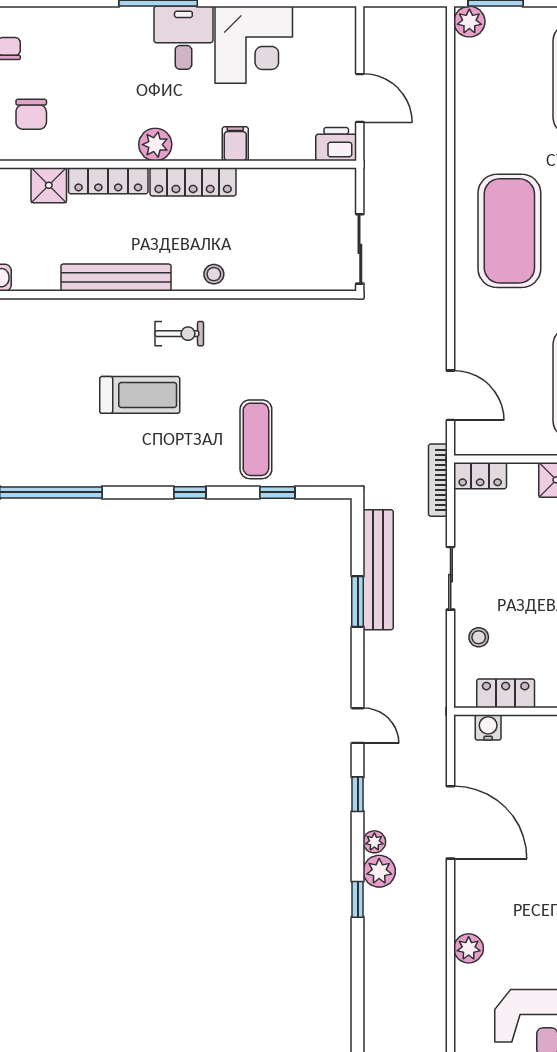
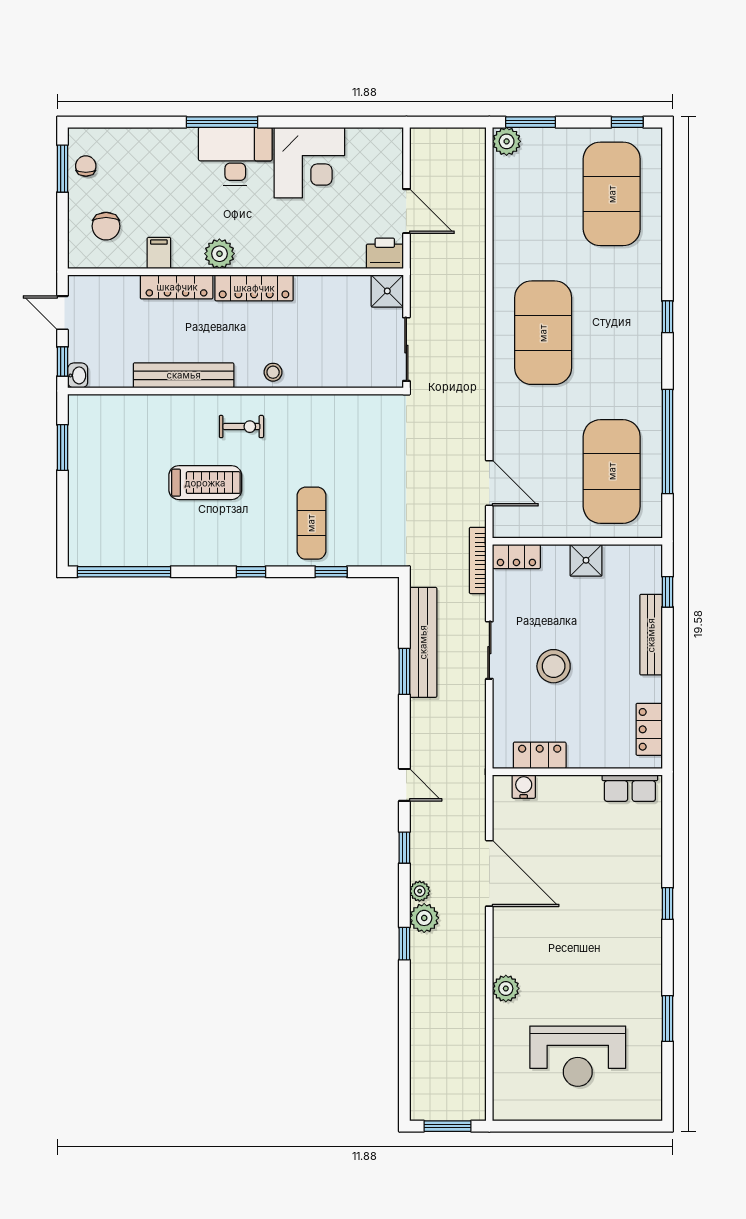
desk: (183, 38) -> (235, 156), width x1.37
filing cabinet: (235, 144) -> (159, 253), moved
shower: (49, 185) -> (387, 291), moved
stool: (479, 637) -> (554, 666), moved, width x1.89, depth x1.89

